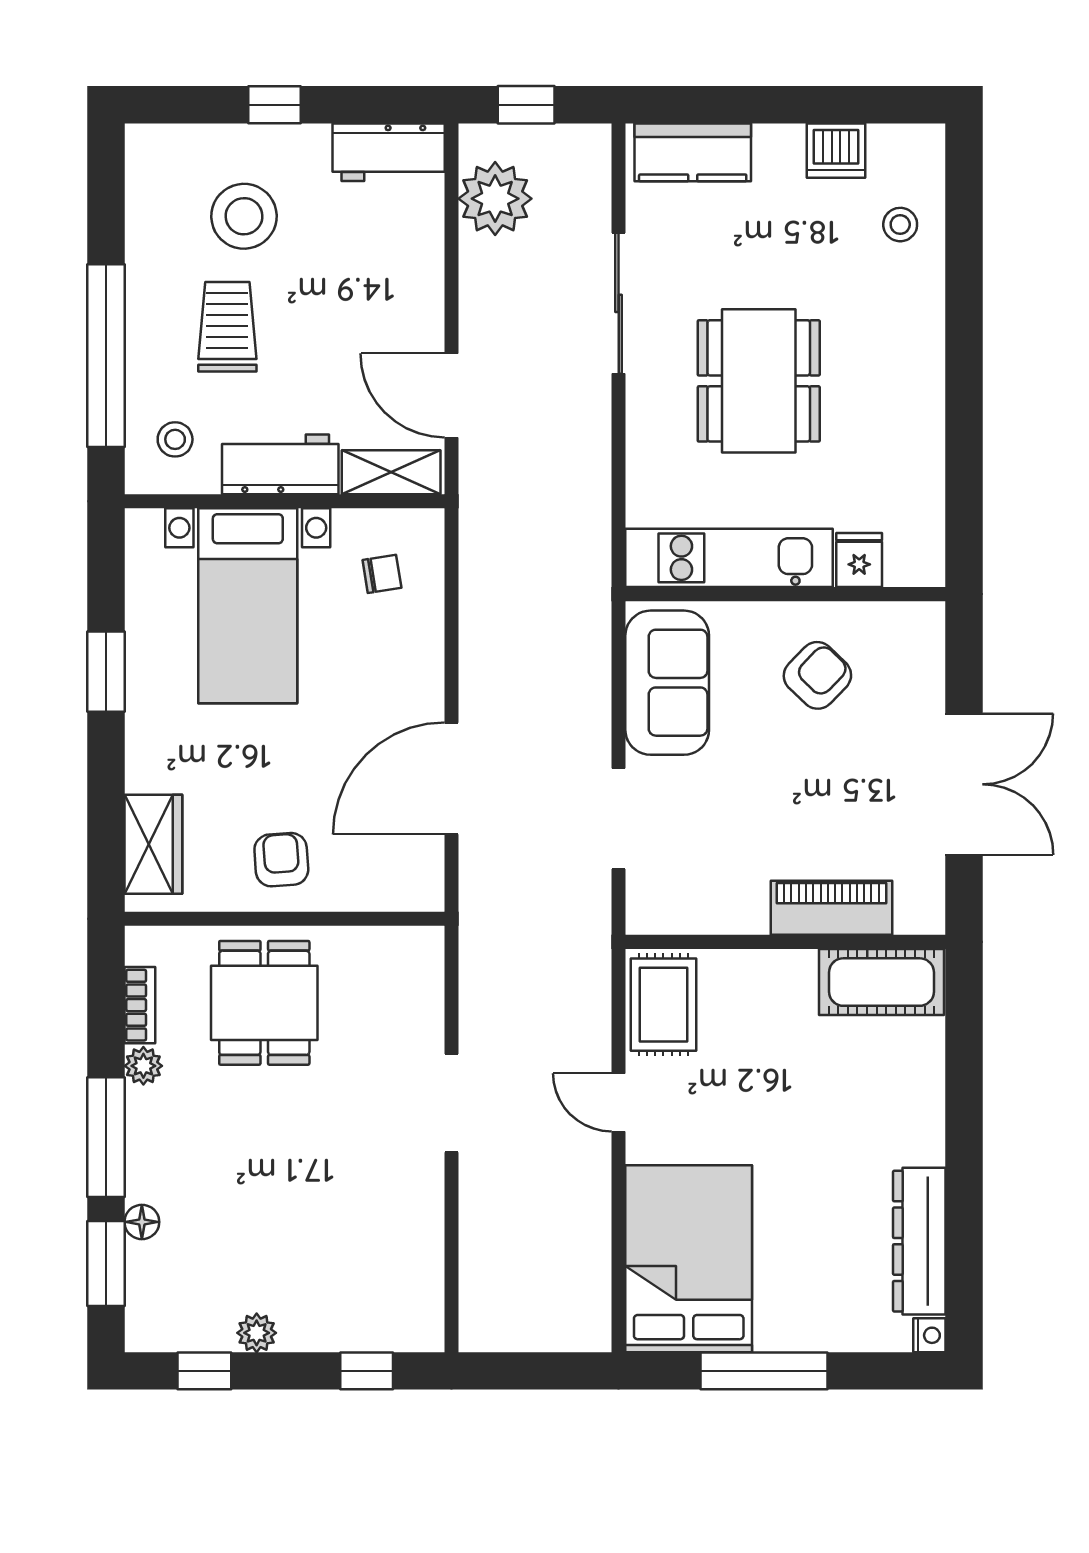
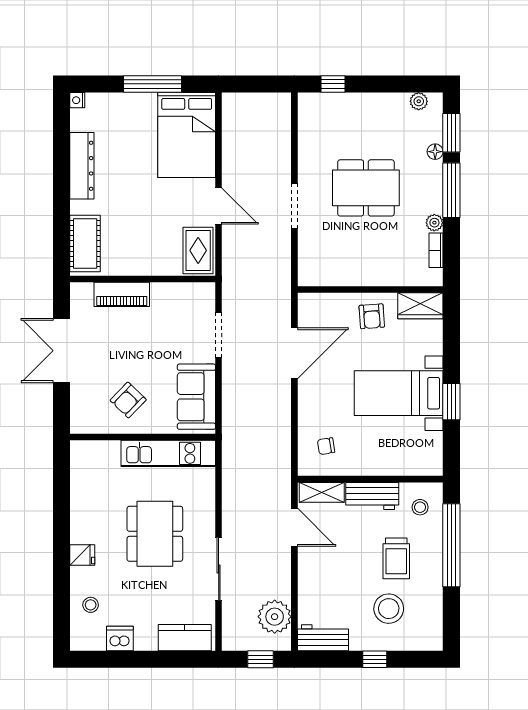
fridge: (859, 560) -> (82, 555), moved, turned -90
bed with nightstands: (248, 606) -> (399, 393), moved, turned -90
wardrobe: (153, 844) -> (420, 306), moved, turned -90
cot: (881, 982) -> (85, 243), moved, turned 90
dining table: (264, 1003) -> (366, 188), moved, width x1.38
door: (619, 1102) -> (219, 206), width x1.37
dresser: (919, 1241) -> (82, 166), moved
plant: (257, 1333) -> (419, 101), moved
window: (204, 1371) -> (407, 84), removed

